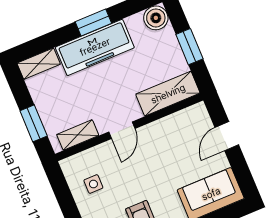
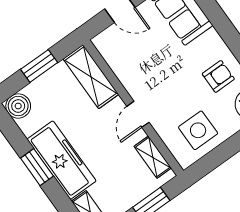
door: (122, 130) -> (138, 114), swing flipped
side table: (93, 184) -> (198, 130), width x1.87, depth x1.87

